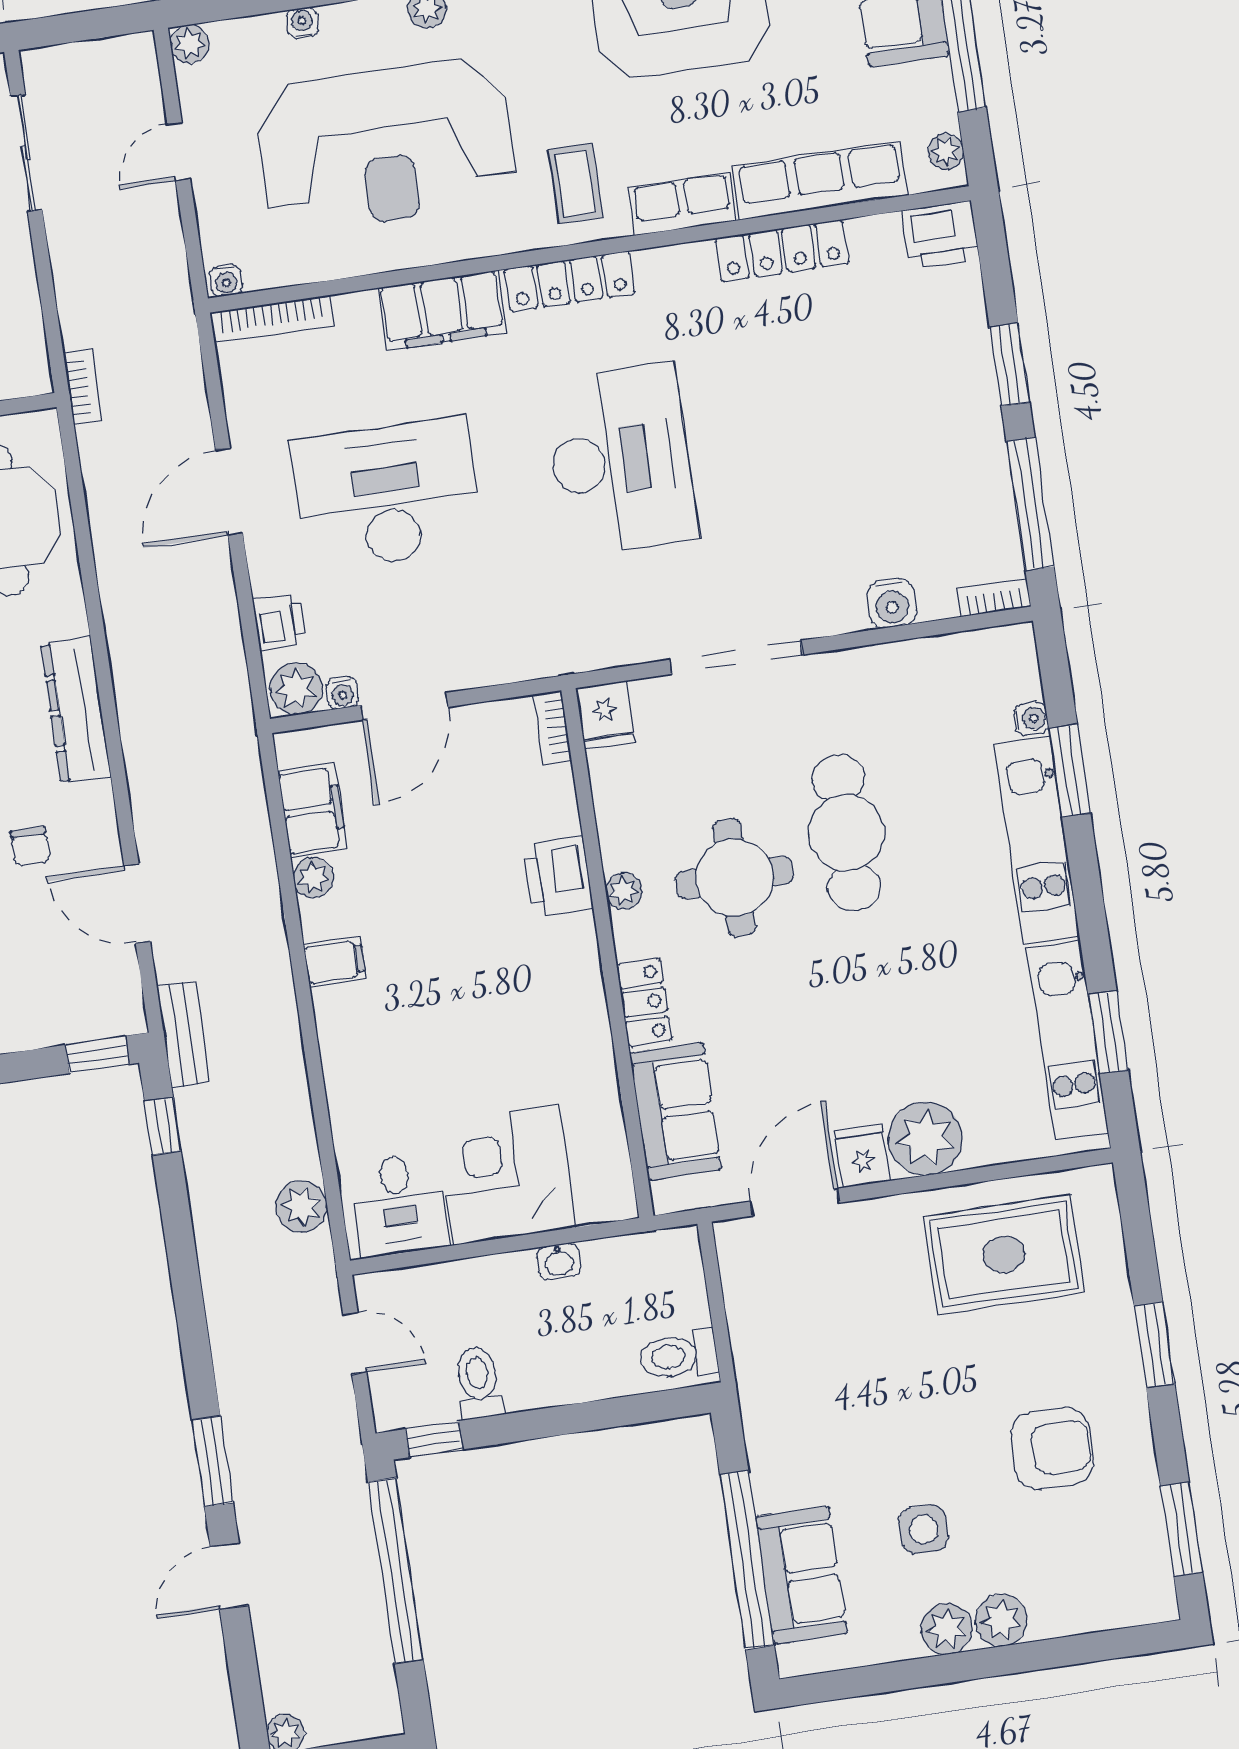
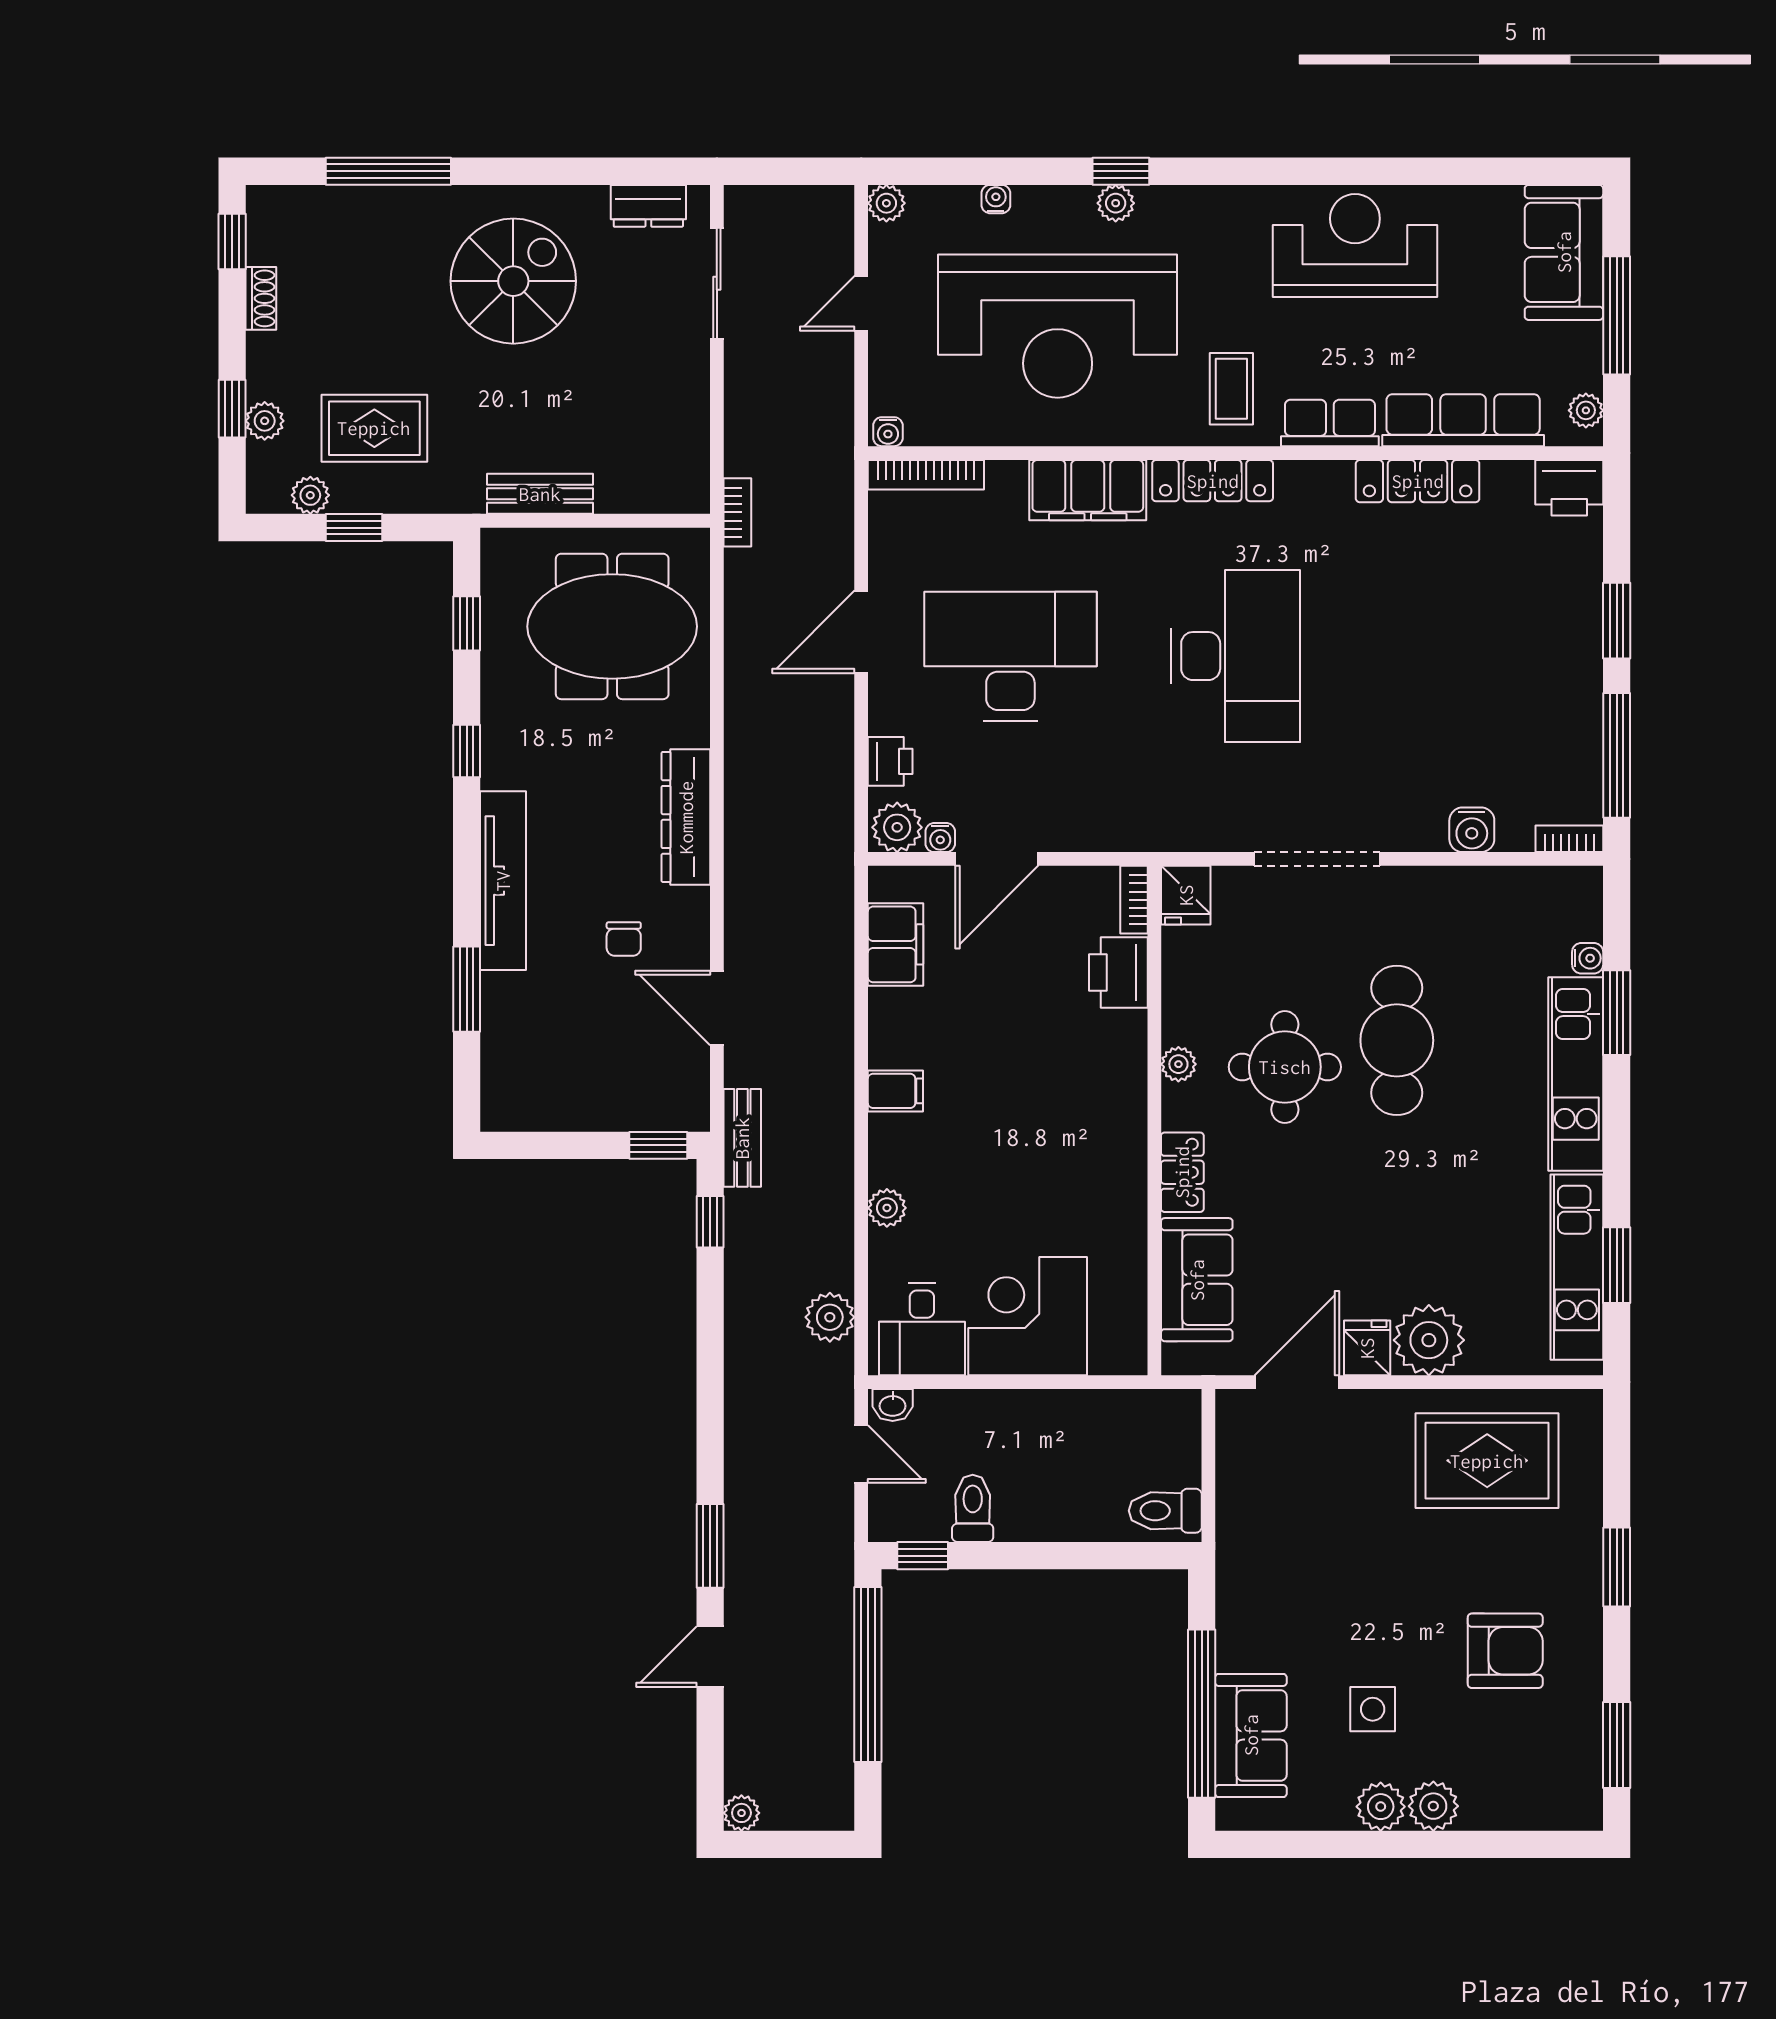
printer: (558, 877) -> (1118, 972), moved
plant: (313, 878) -> (887, 1208), moved
washbasin: (559, 1261) -> (893, 1405), moved

